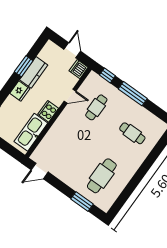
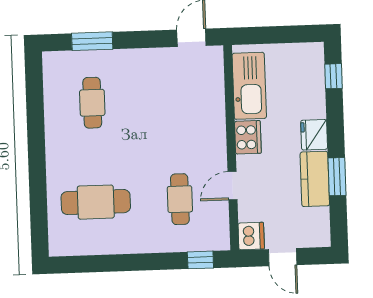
window: (133, 94) -> (141, 262), removed
cafe table: (132, 133) -> (96, 202), width x1.37, depth x1.35
cafe table: (102, 176) -> (92, 103), width x0.73, depth x0.74

